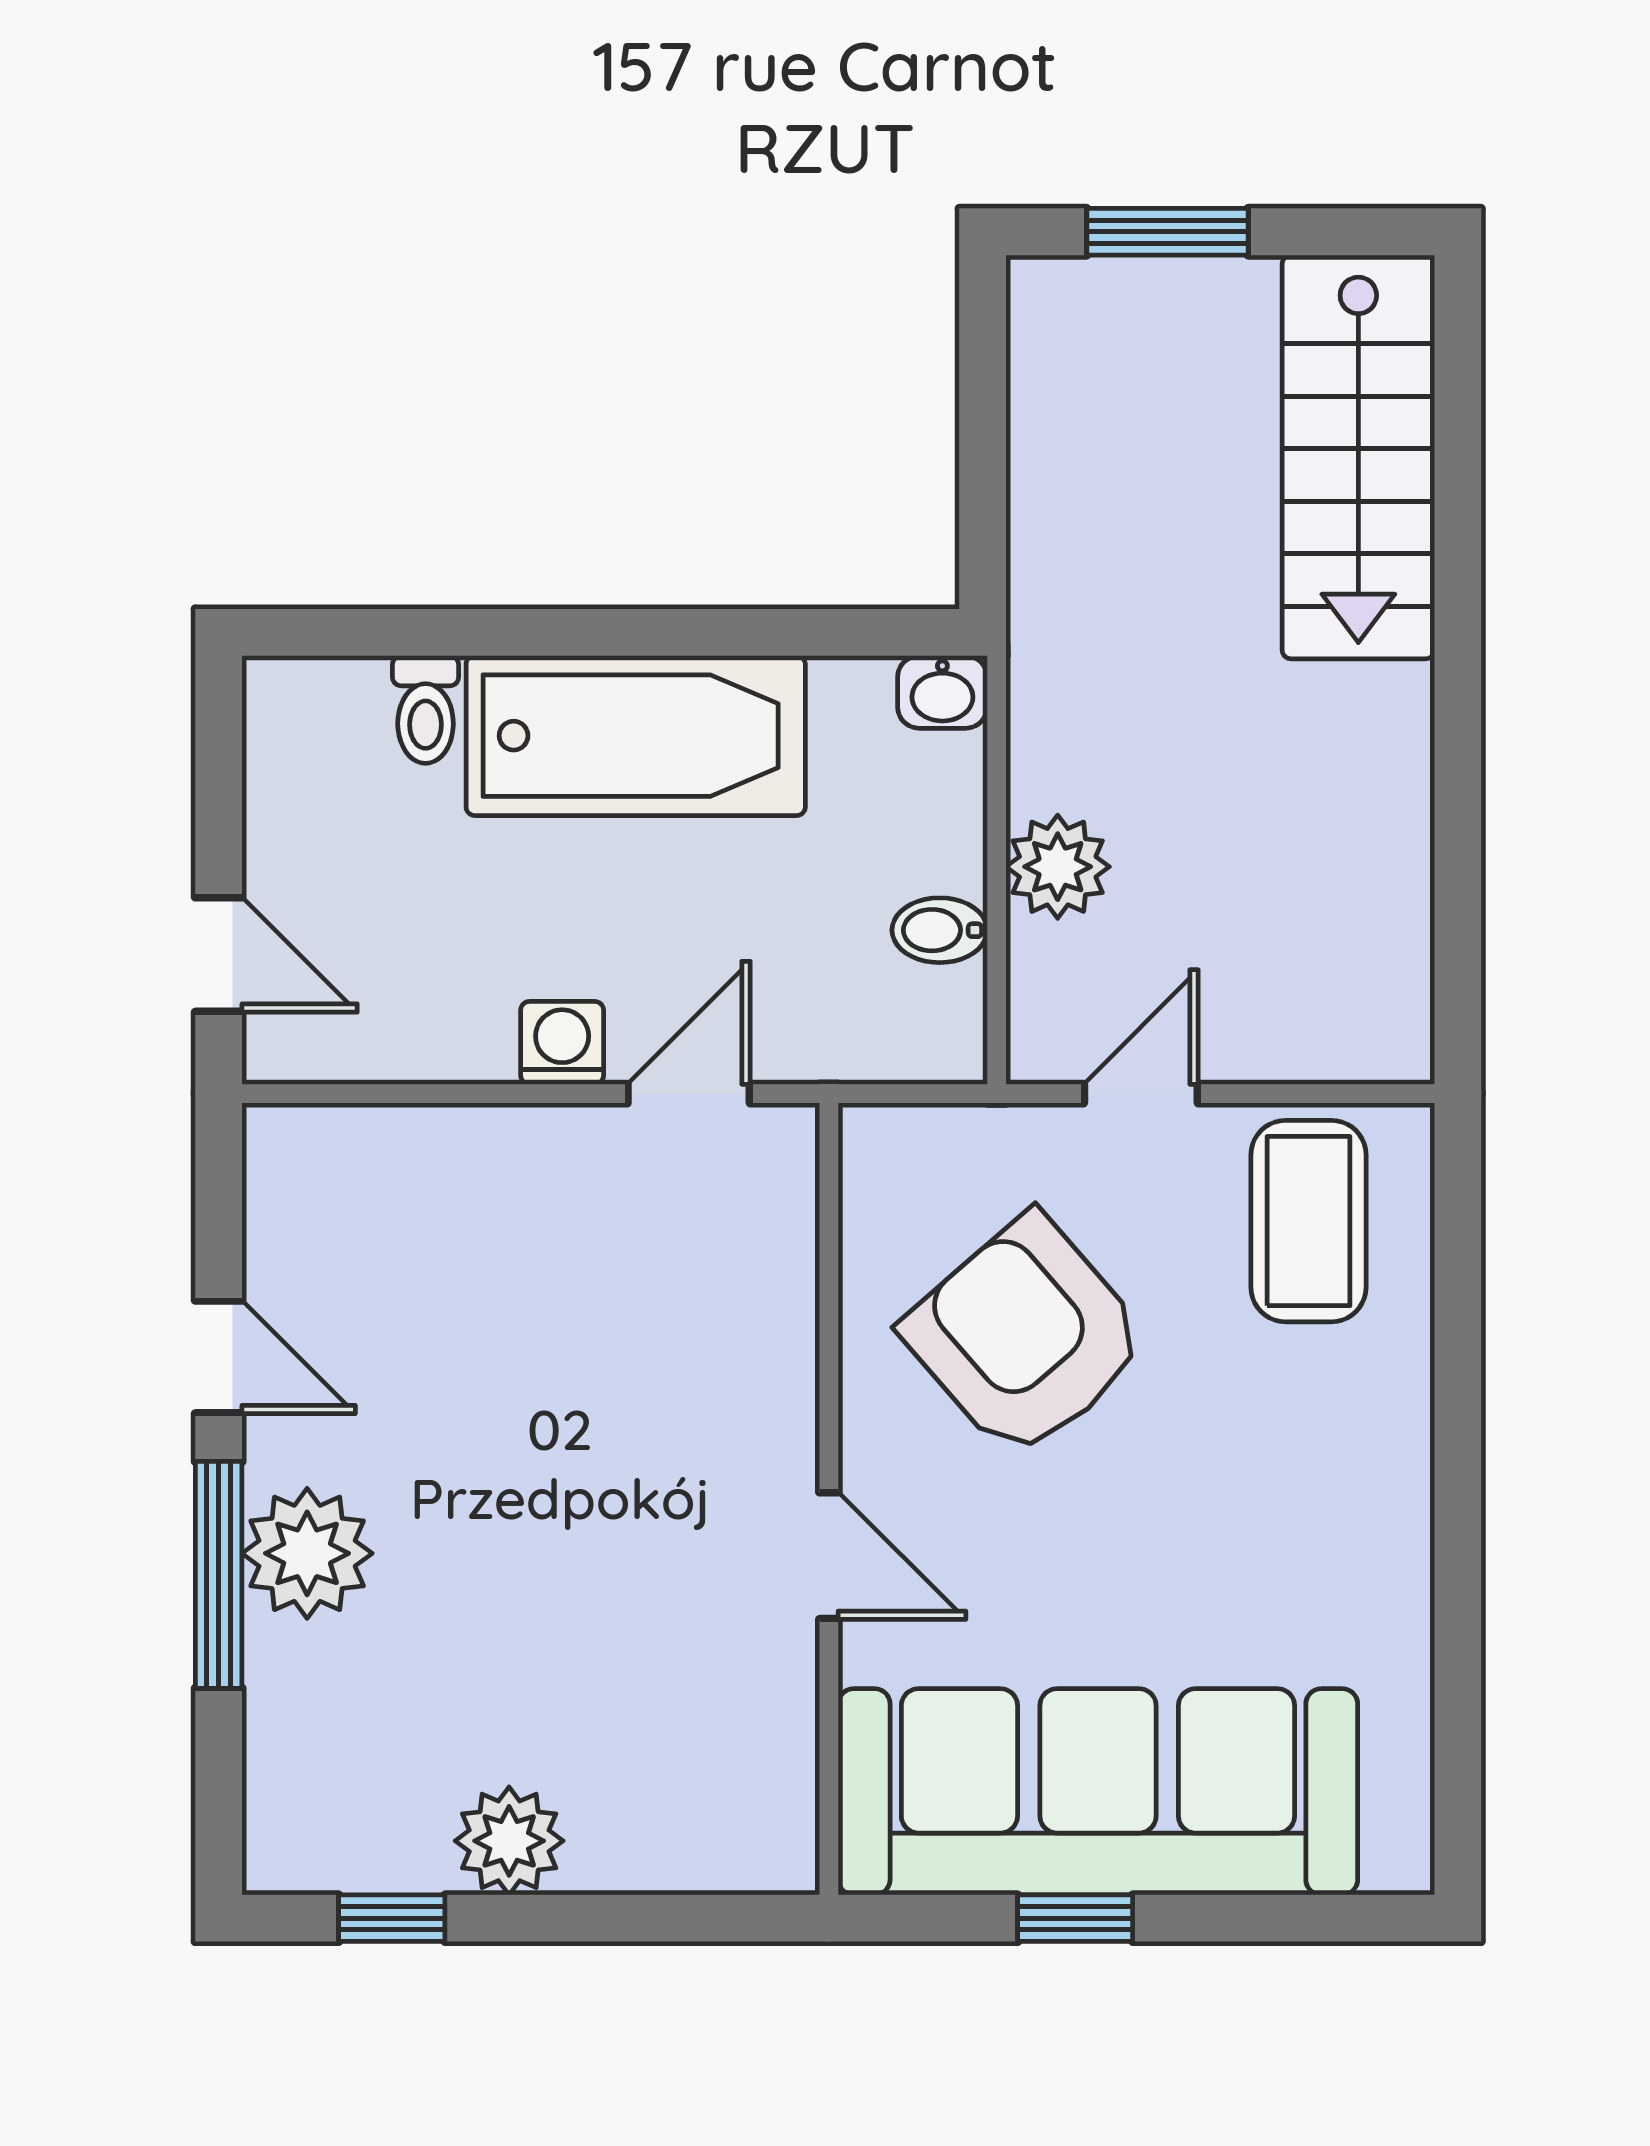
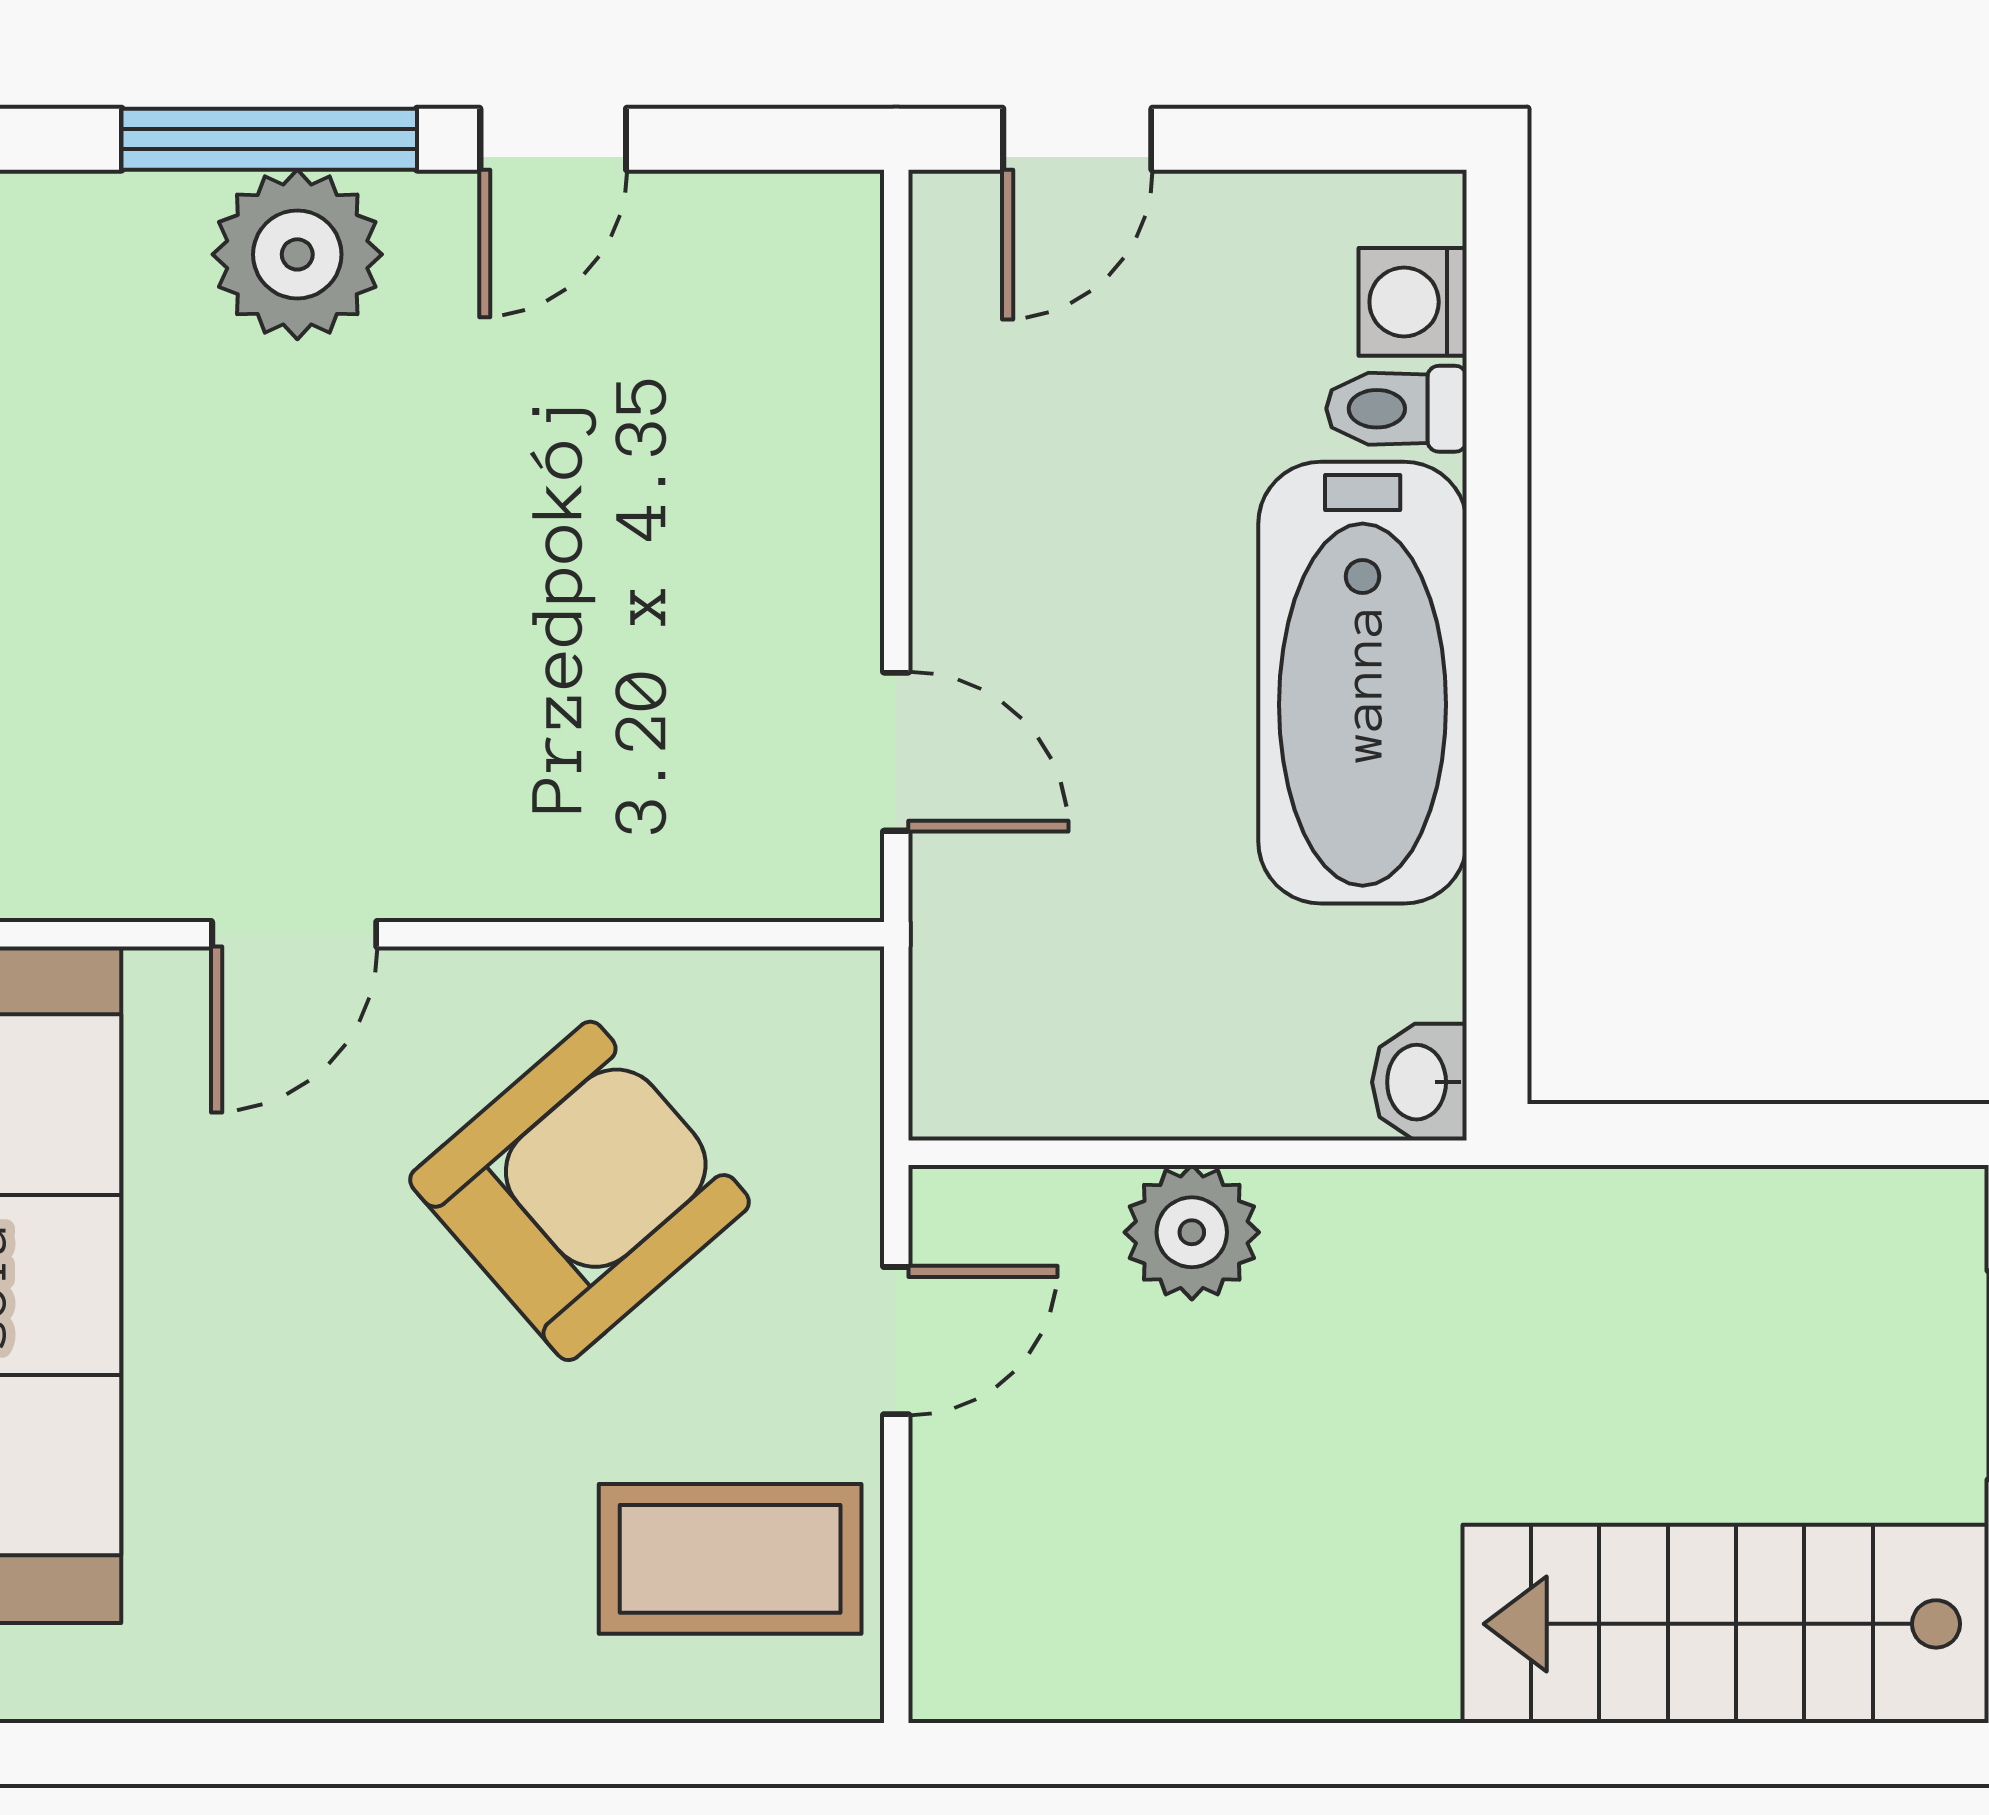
bidet: (940, 930) -> (1109, 1078), removed
washing machine: (562, 1043) -> (1413, 302), moved, turned 180
door: (1141, 1094) -> (896, 1341), hinge flipped

